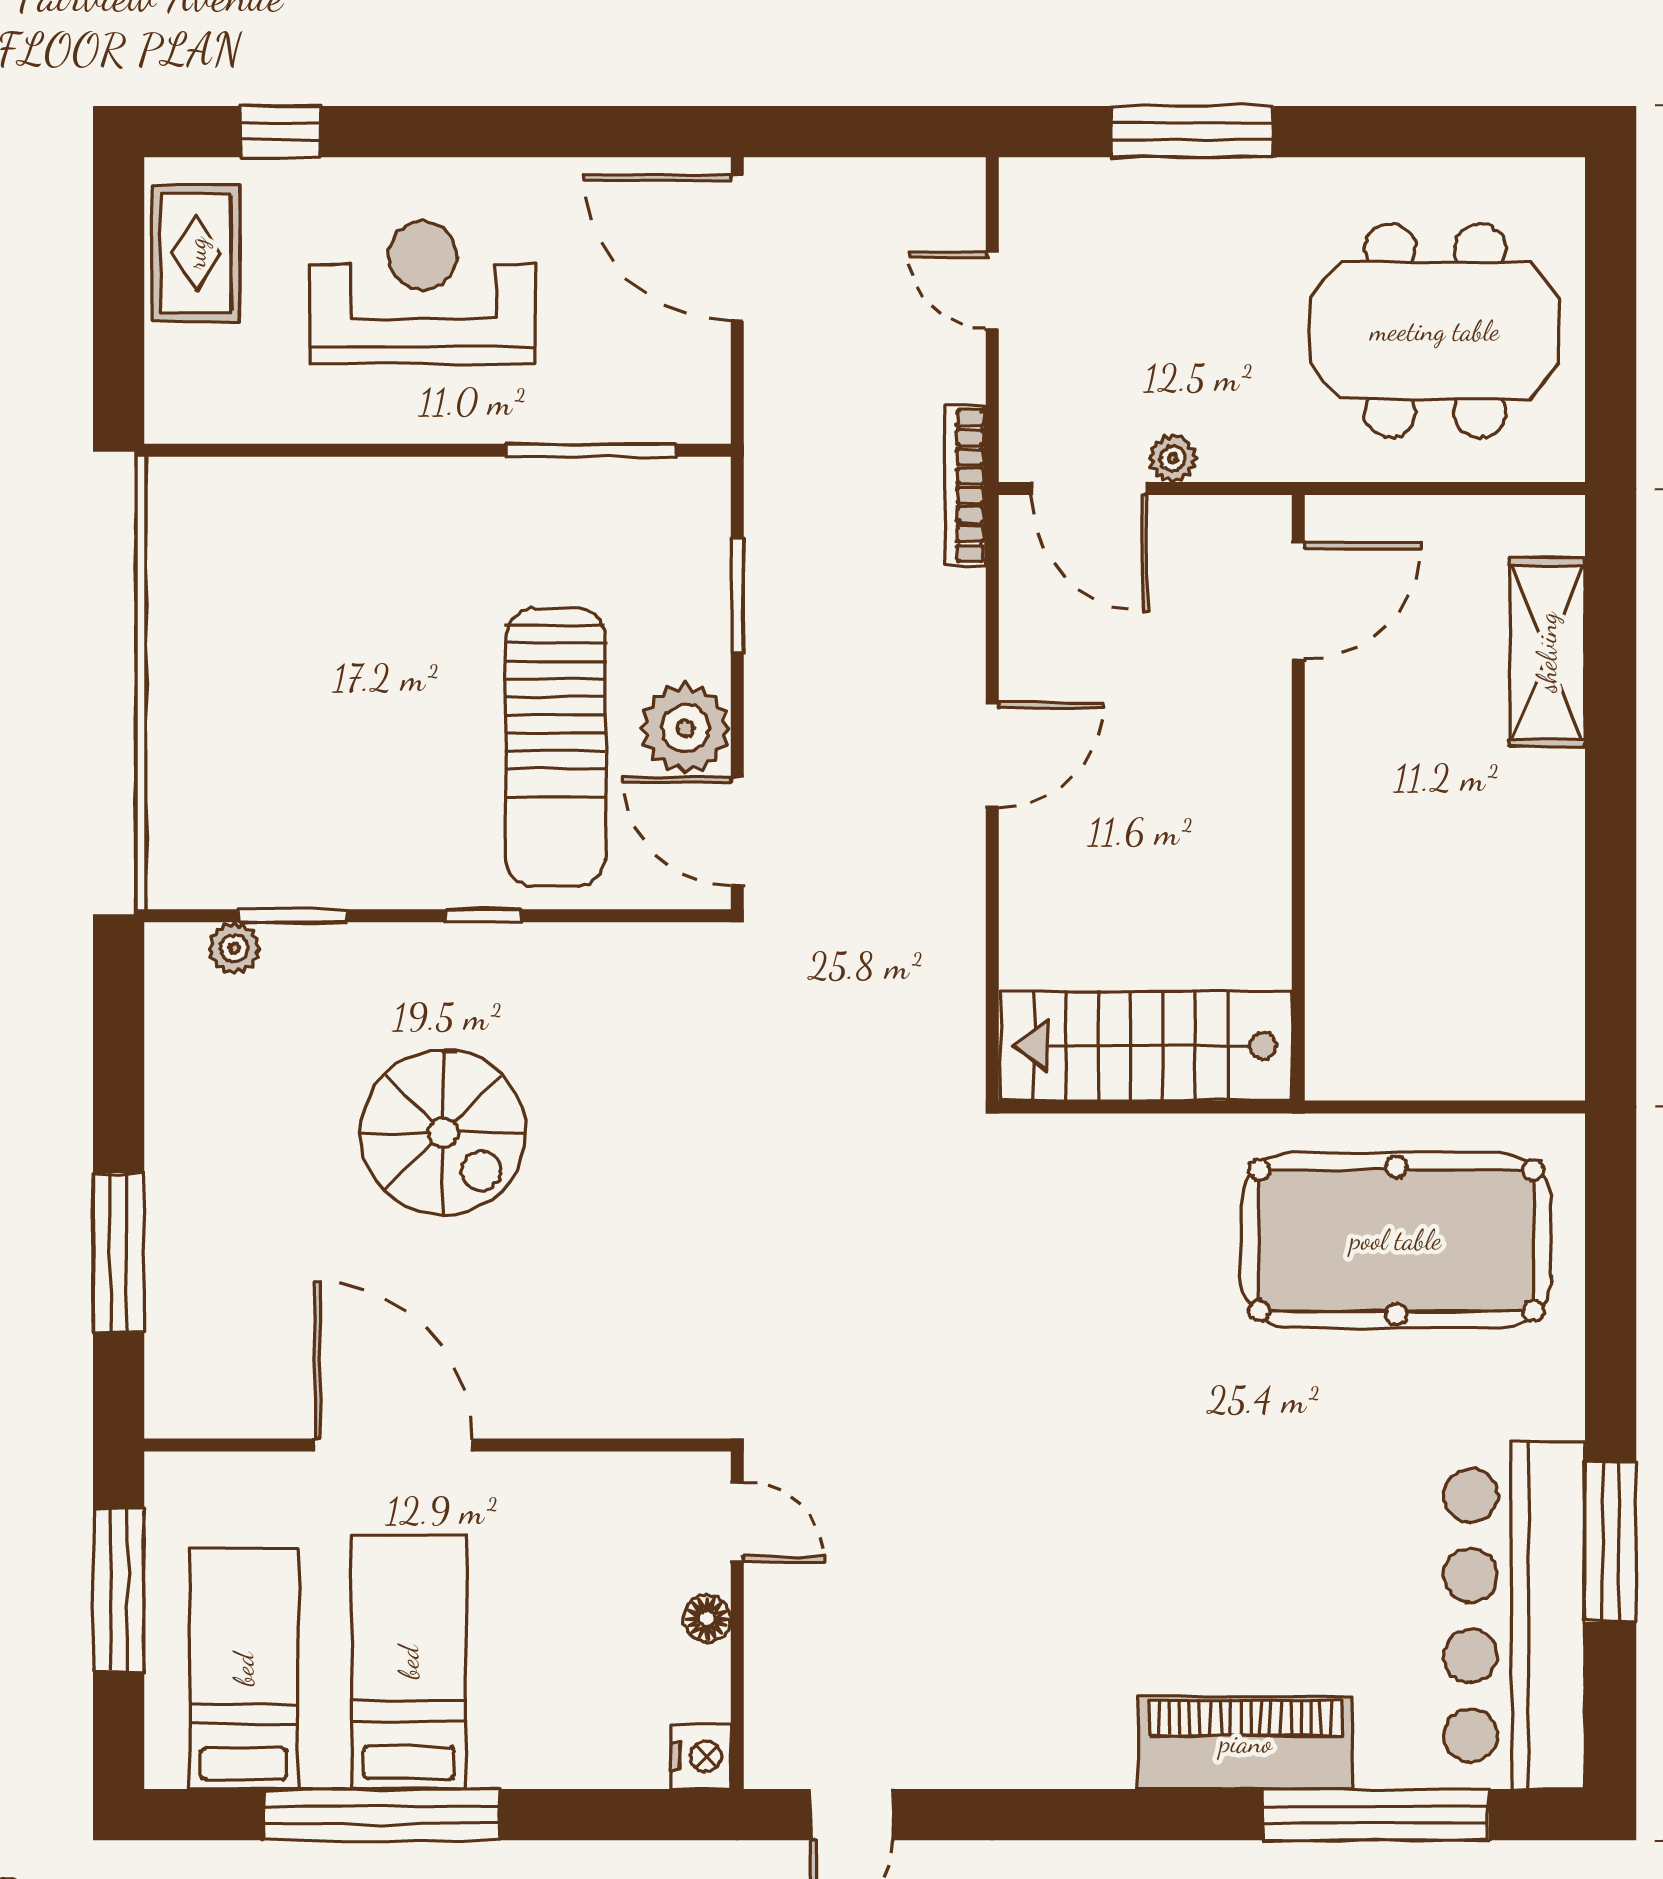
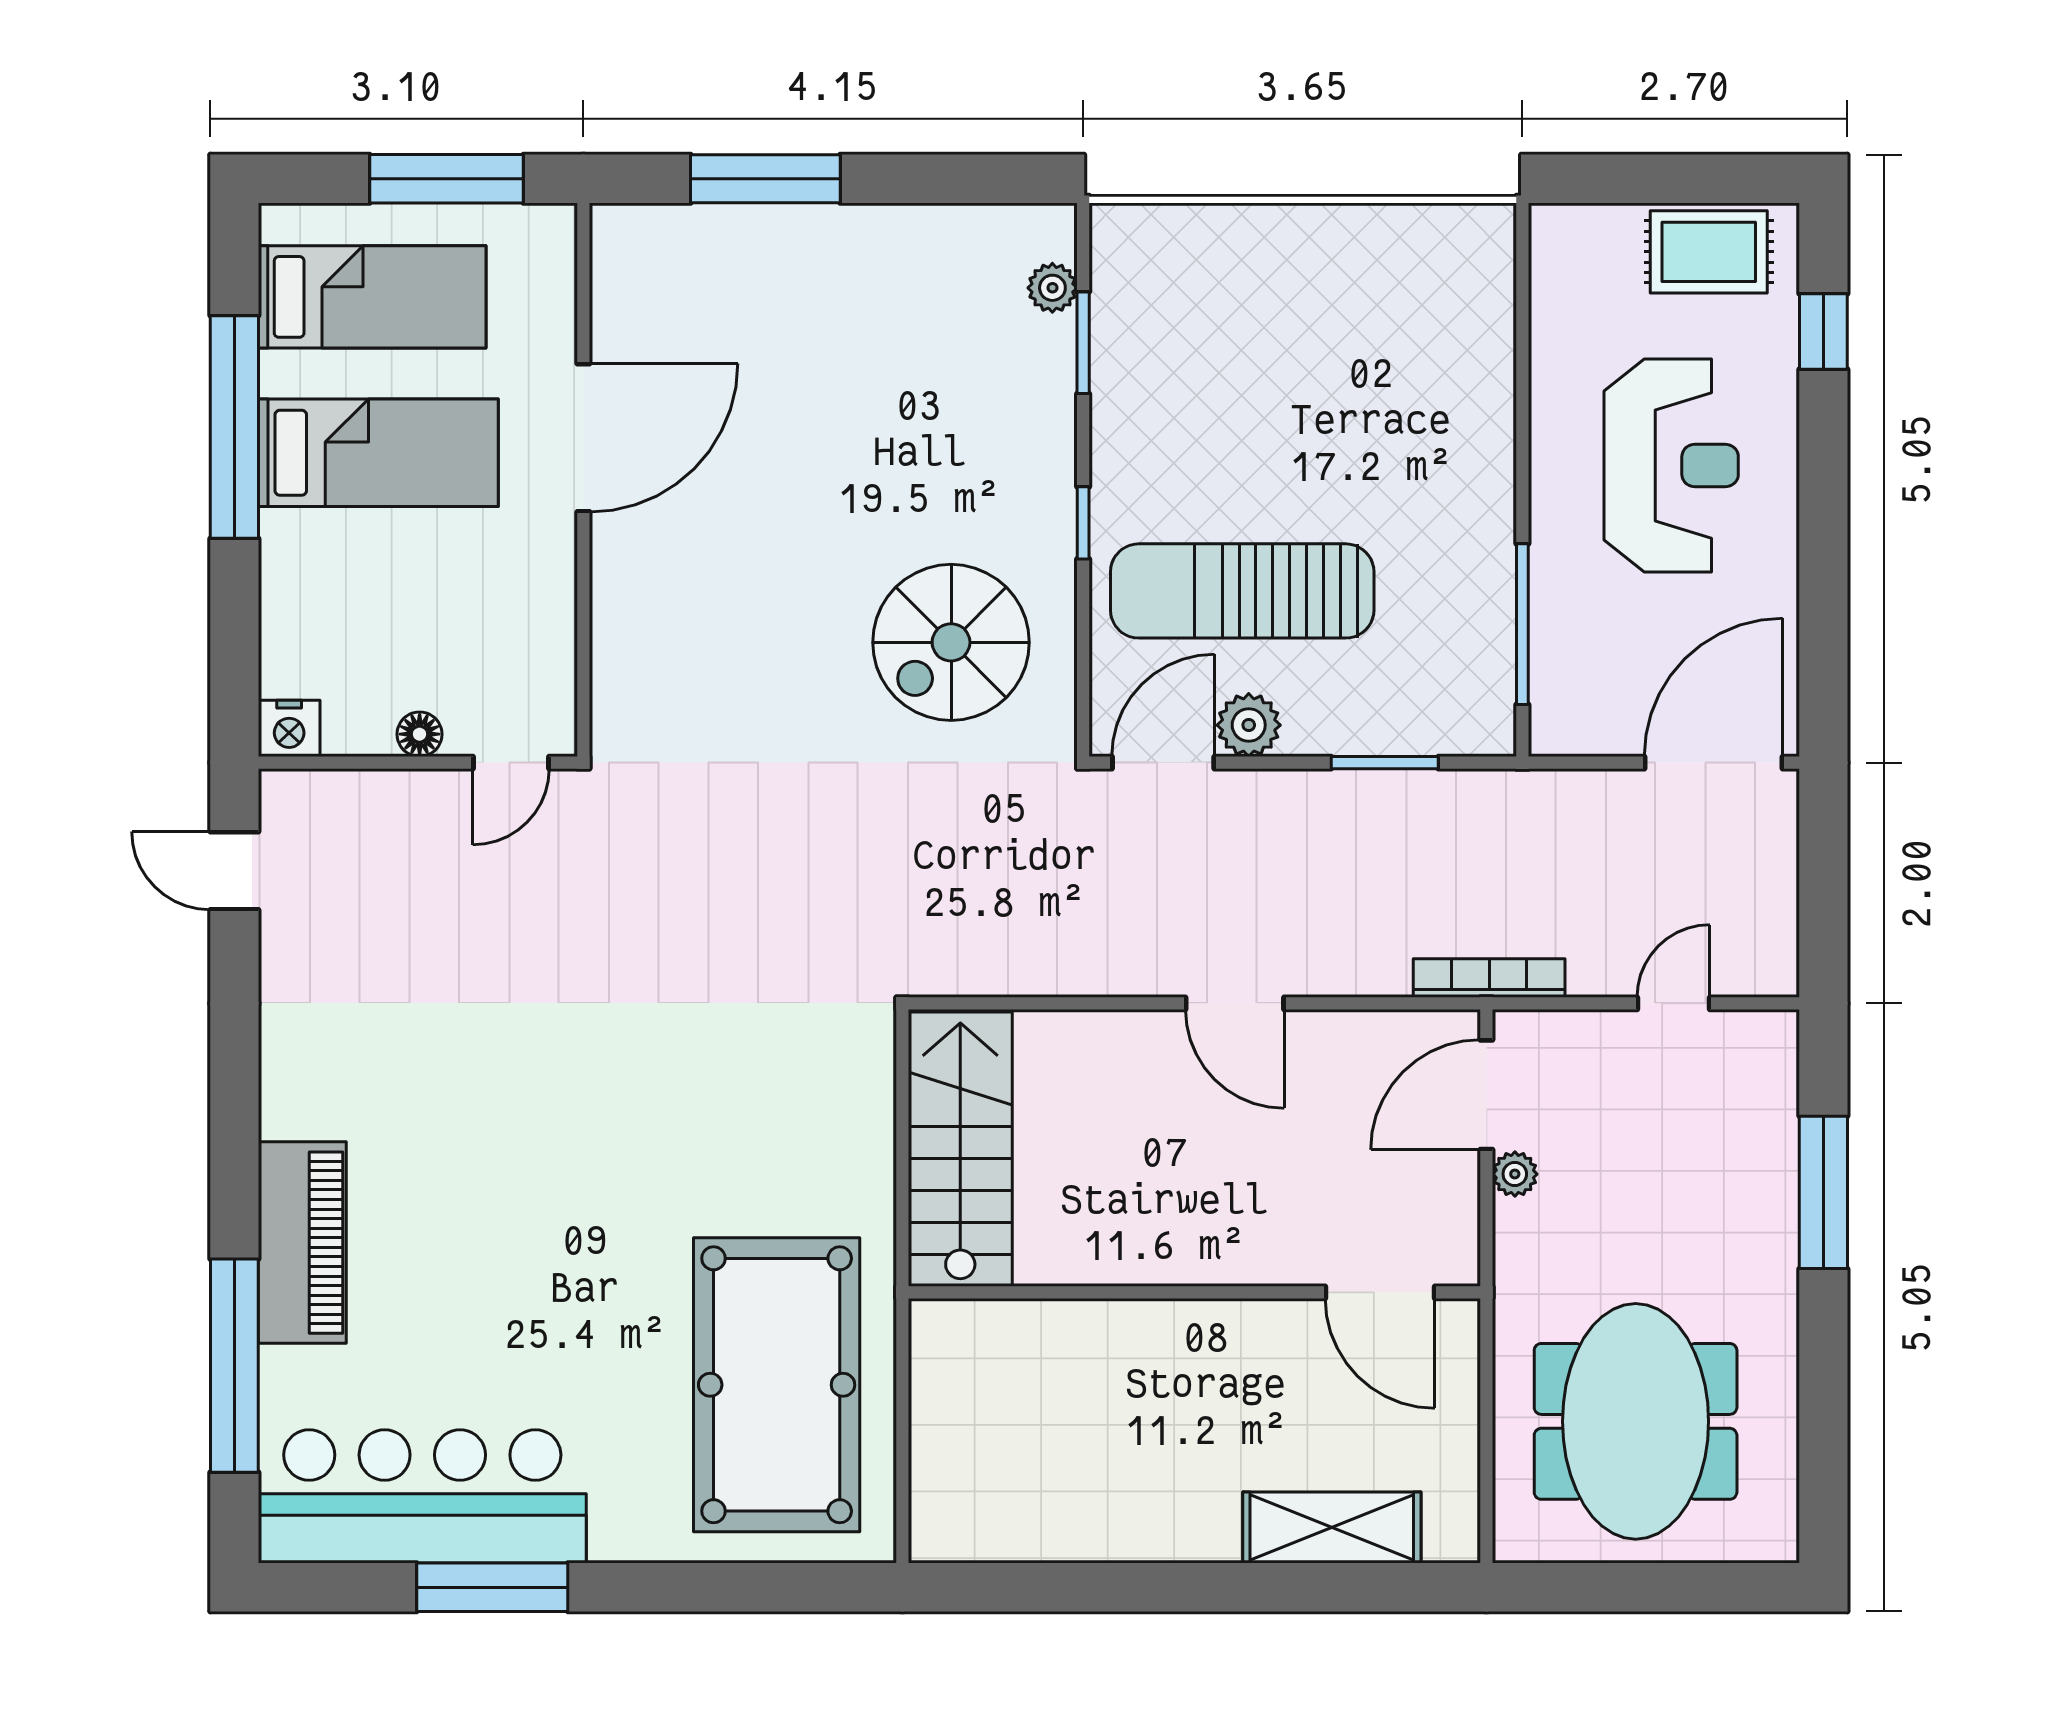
plant: (685, 728) -> (1249, 725), width x0.73, depth x0.73
spiral stairs: (443, 1133) -> (951, 642), moved

